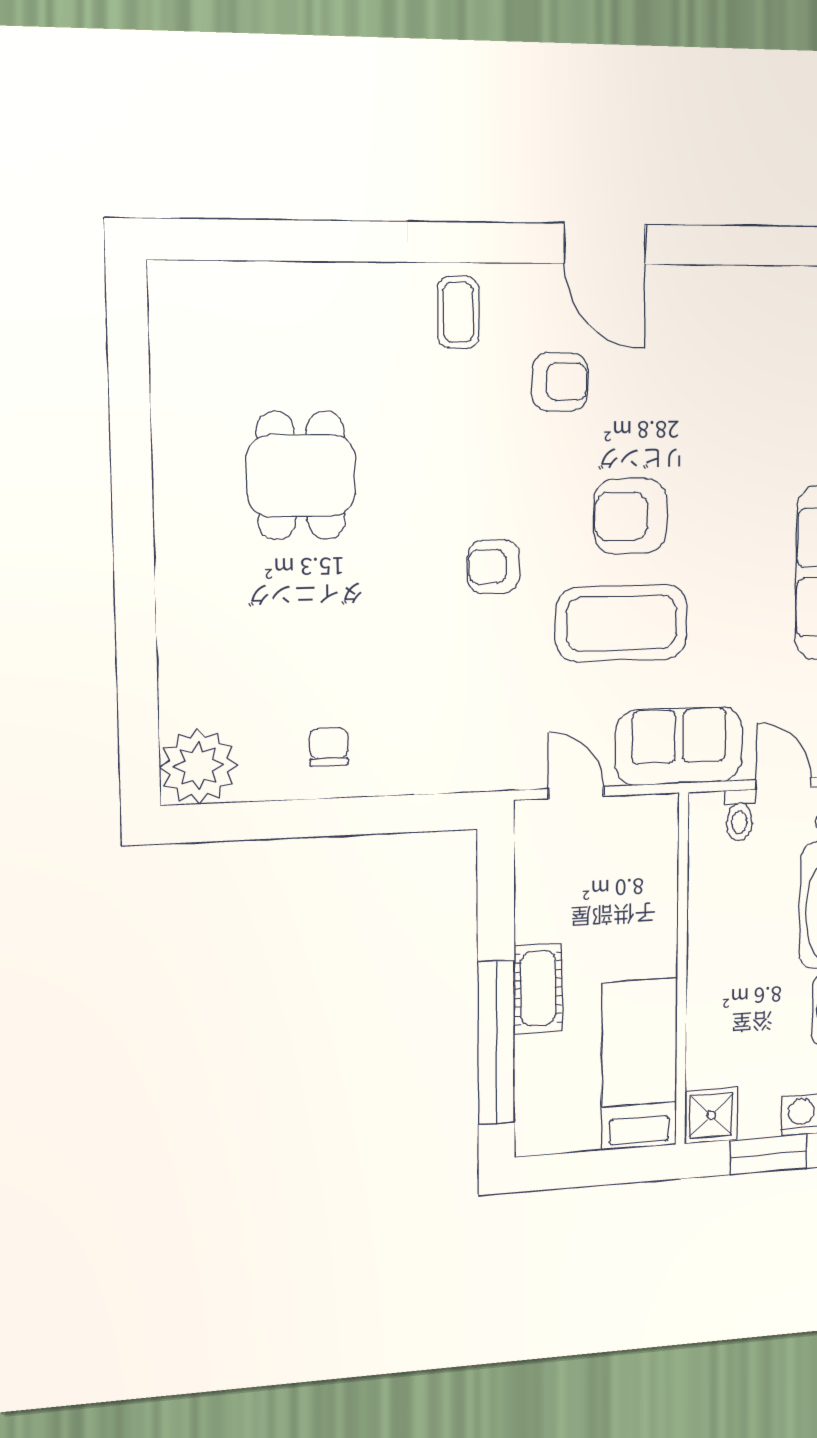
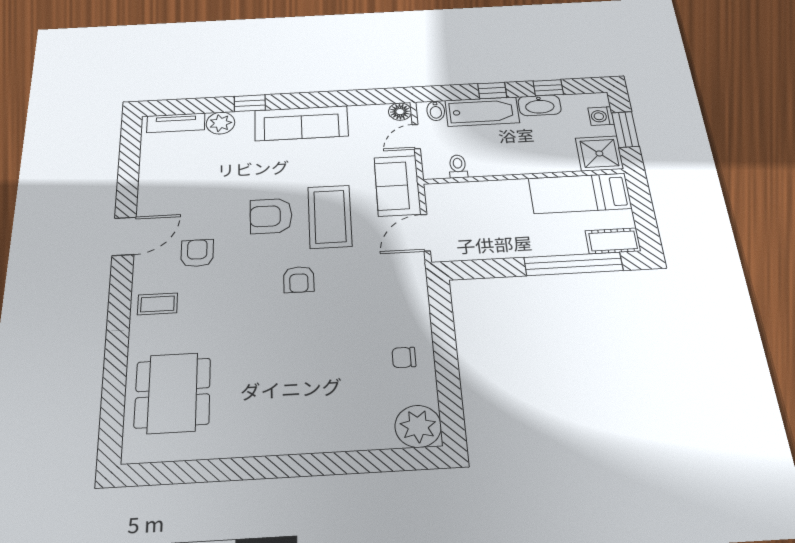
dining table: (301, 476) -> (173, 393), moved, width x1.38
armchair: (630, 516) -> (271, 216), turned 90
door: (576, 793) -> (425, 233), width x1.38
toilet: (740, 815) -> (458, 166), moved, turned -90
cot: (538, 988) -> (613, 241), moved
shower: (711, 1115) -> (599, 153), width x1.36, depth x1.36

